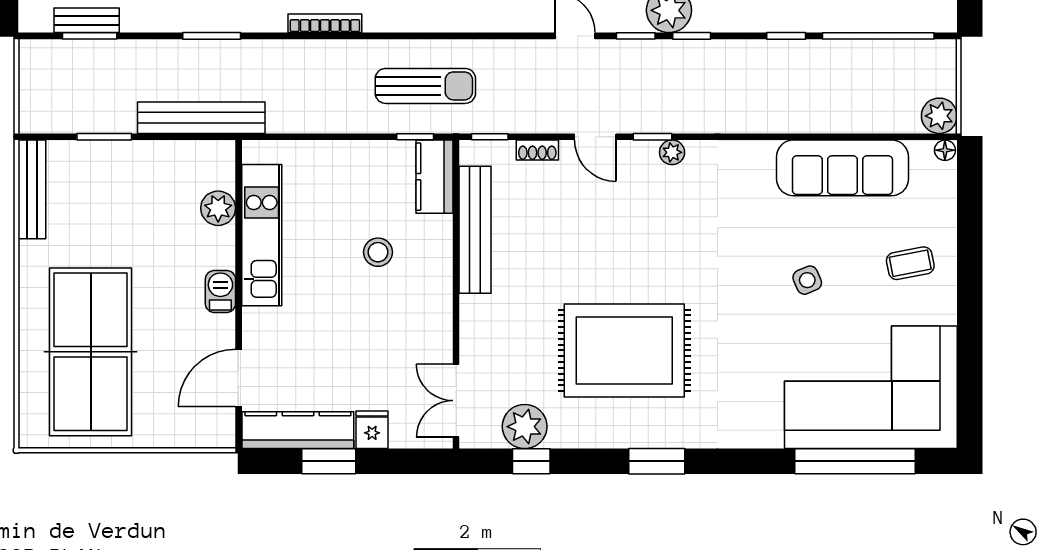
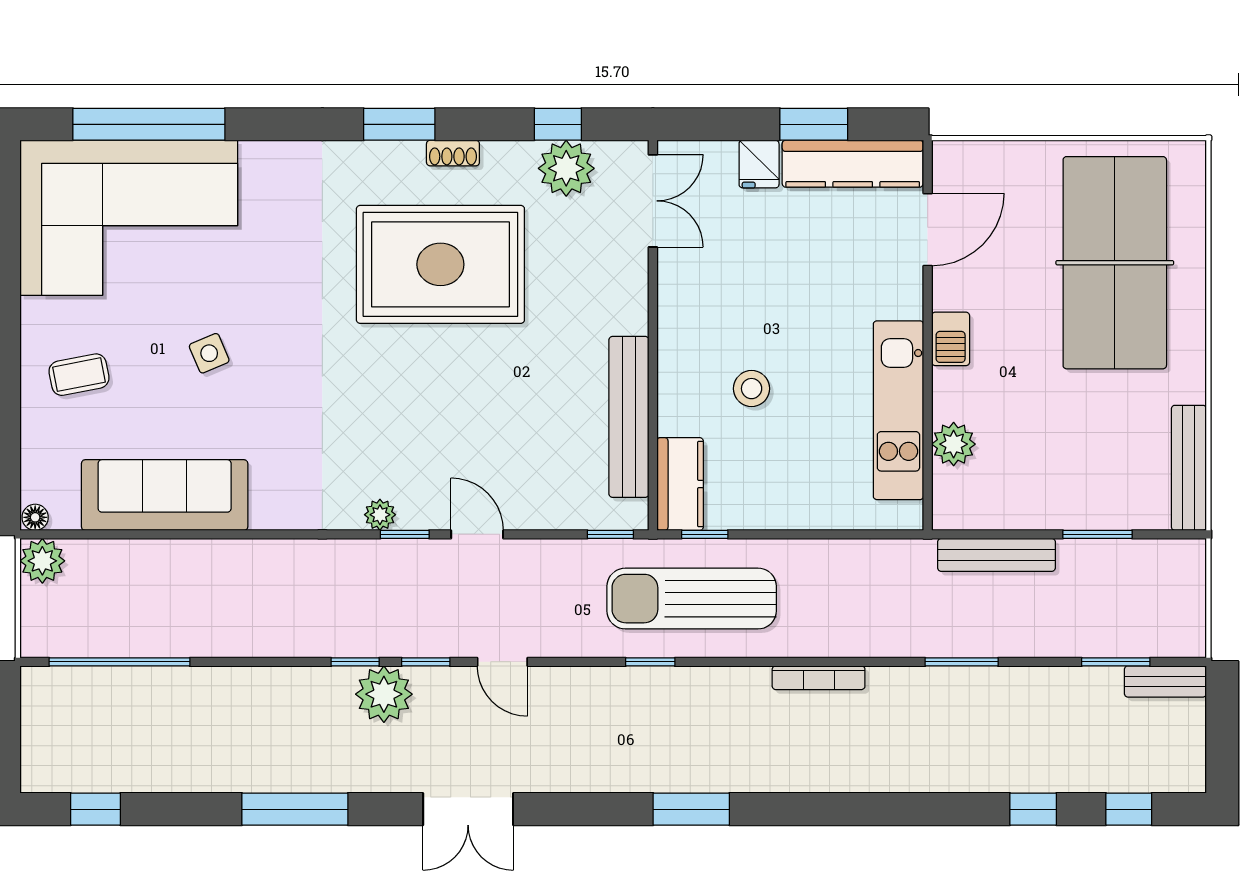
bench: (87, 20) -> (1165, 681), moved
window: (786, 36) -> (650, 662), moved
sun lounger: (425, 86) -> (692, 599), width x1.36, depth x1.34
bench: (201, 118) -> (996, 555), width x0.73, depth x0.82
shoe rack: (537, 150) -> (453, 153), moved, turned 180

